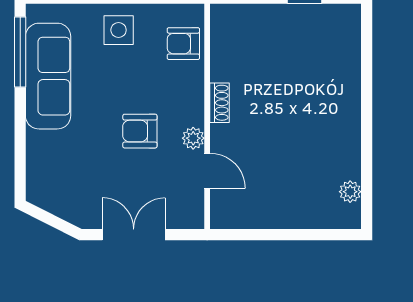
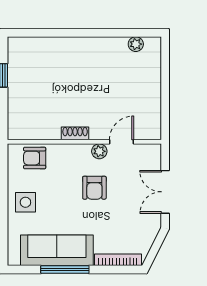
armchair: (183, 44) -> (35, 158), turned 90
window: (20, 52) -> (65, 270), moved
bookcase: (34, 166) -> (118, 260), added

